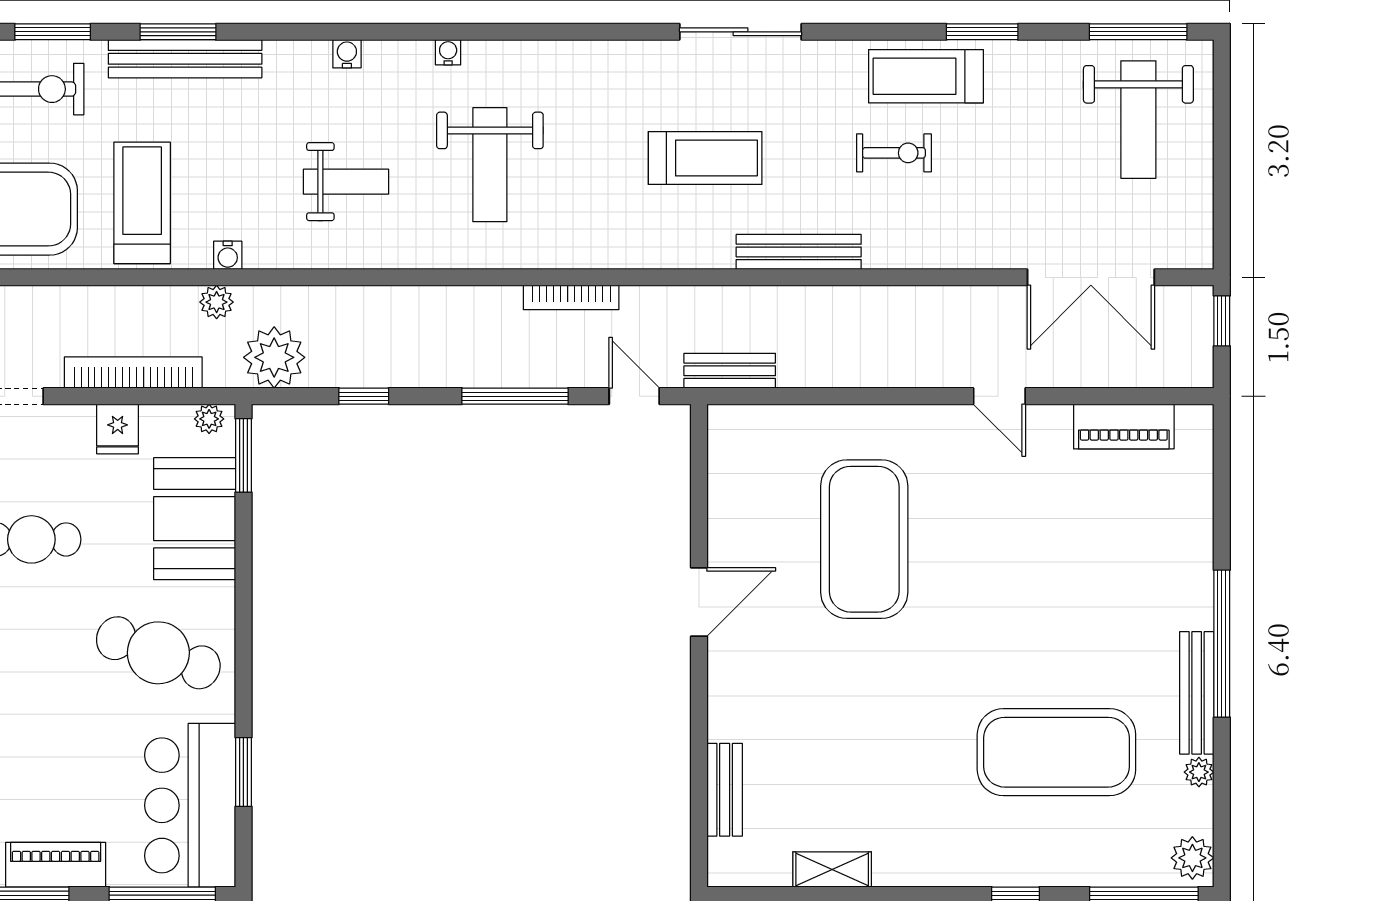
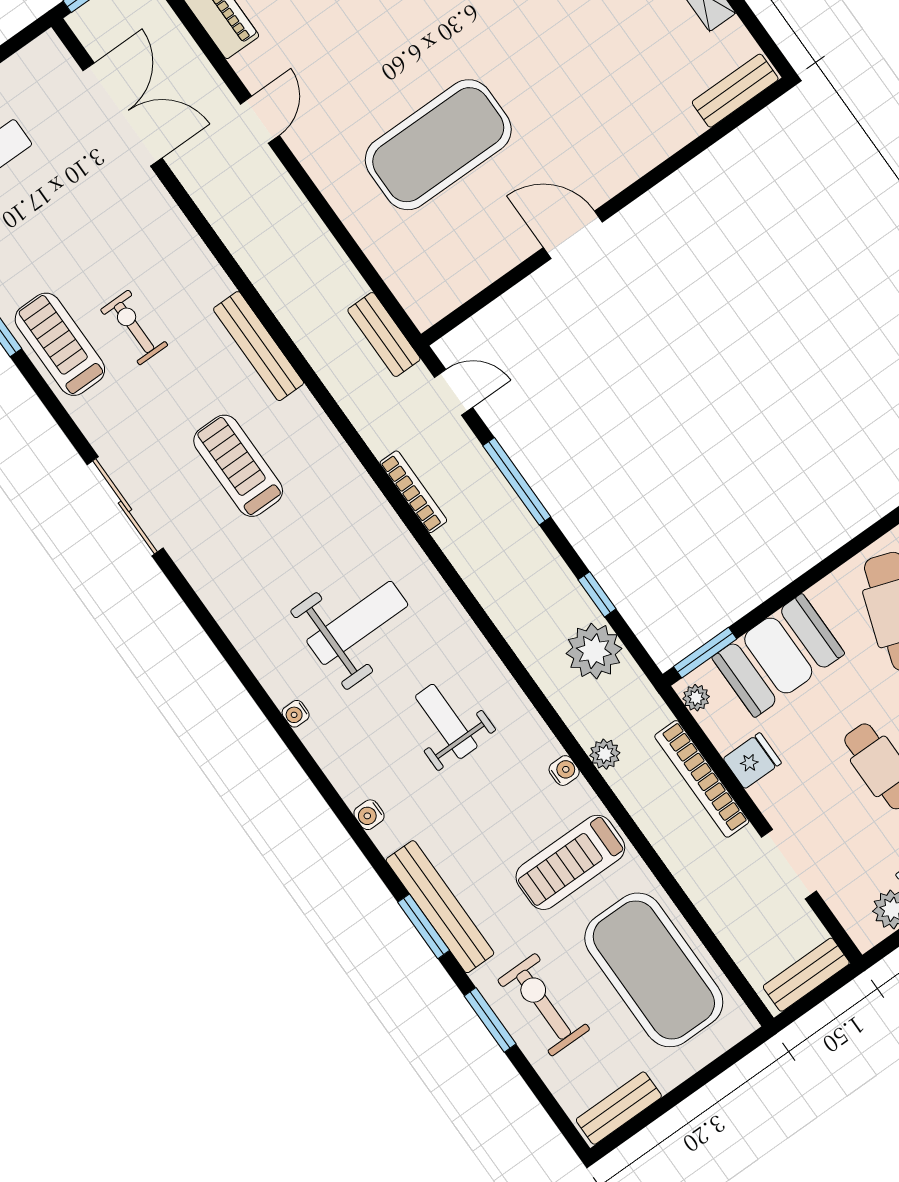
water cooler: (347, 54) -> (369, 815), moved
treadmill: (926, 76) -> (60, 344), turned 180
plant: (274, 357) -> (594, 651), moved
door: (634, 396) -> (454, 392), swing flipped
bench: (725, 790) -> (735, 91), moved

